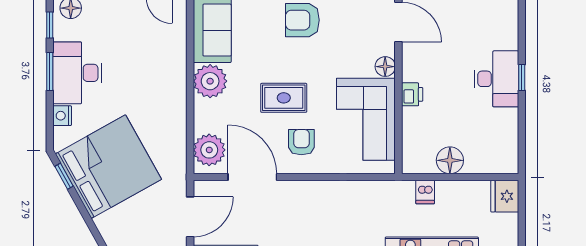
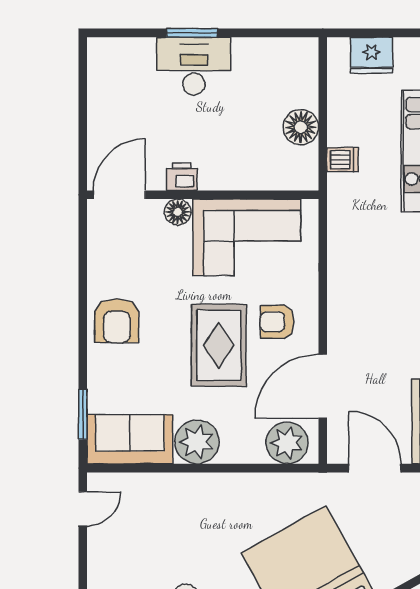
window: (522, 77) -> (192, 33), width x1.50
printer: (412, 94) -> (182, 177), moved
rug: (284, 98) -> (219, 345), width x1.36, depth x1.43
fridge: (505, 196) -> (372, 55), moved

